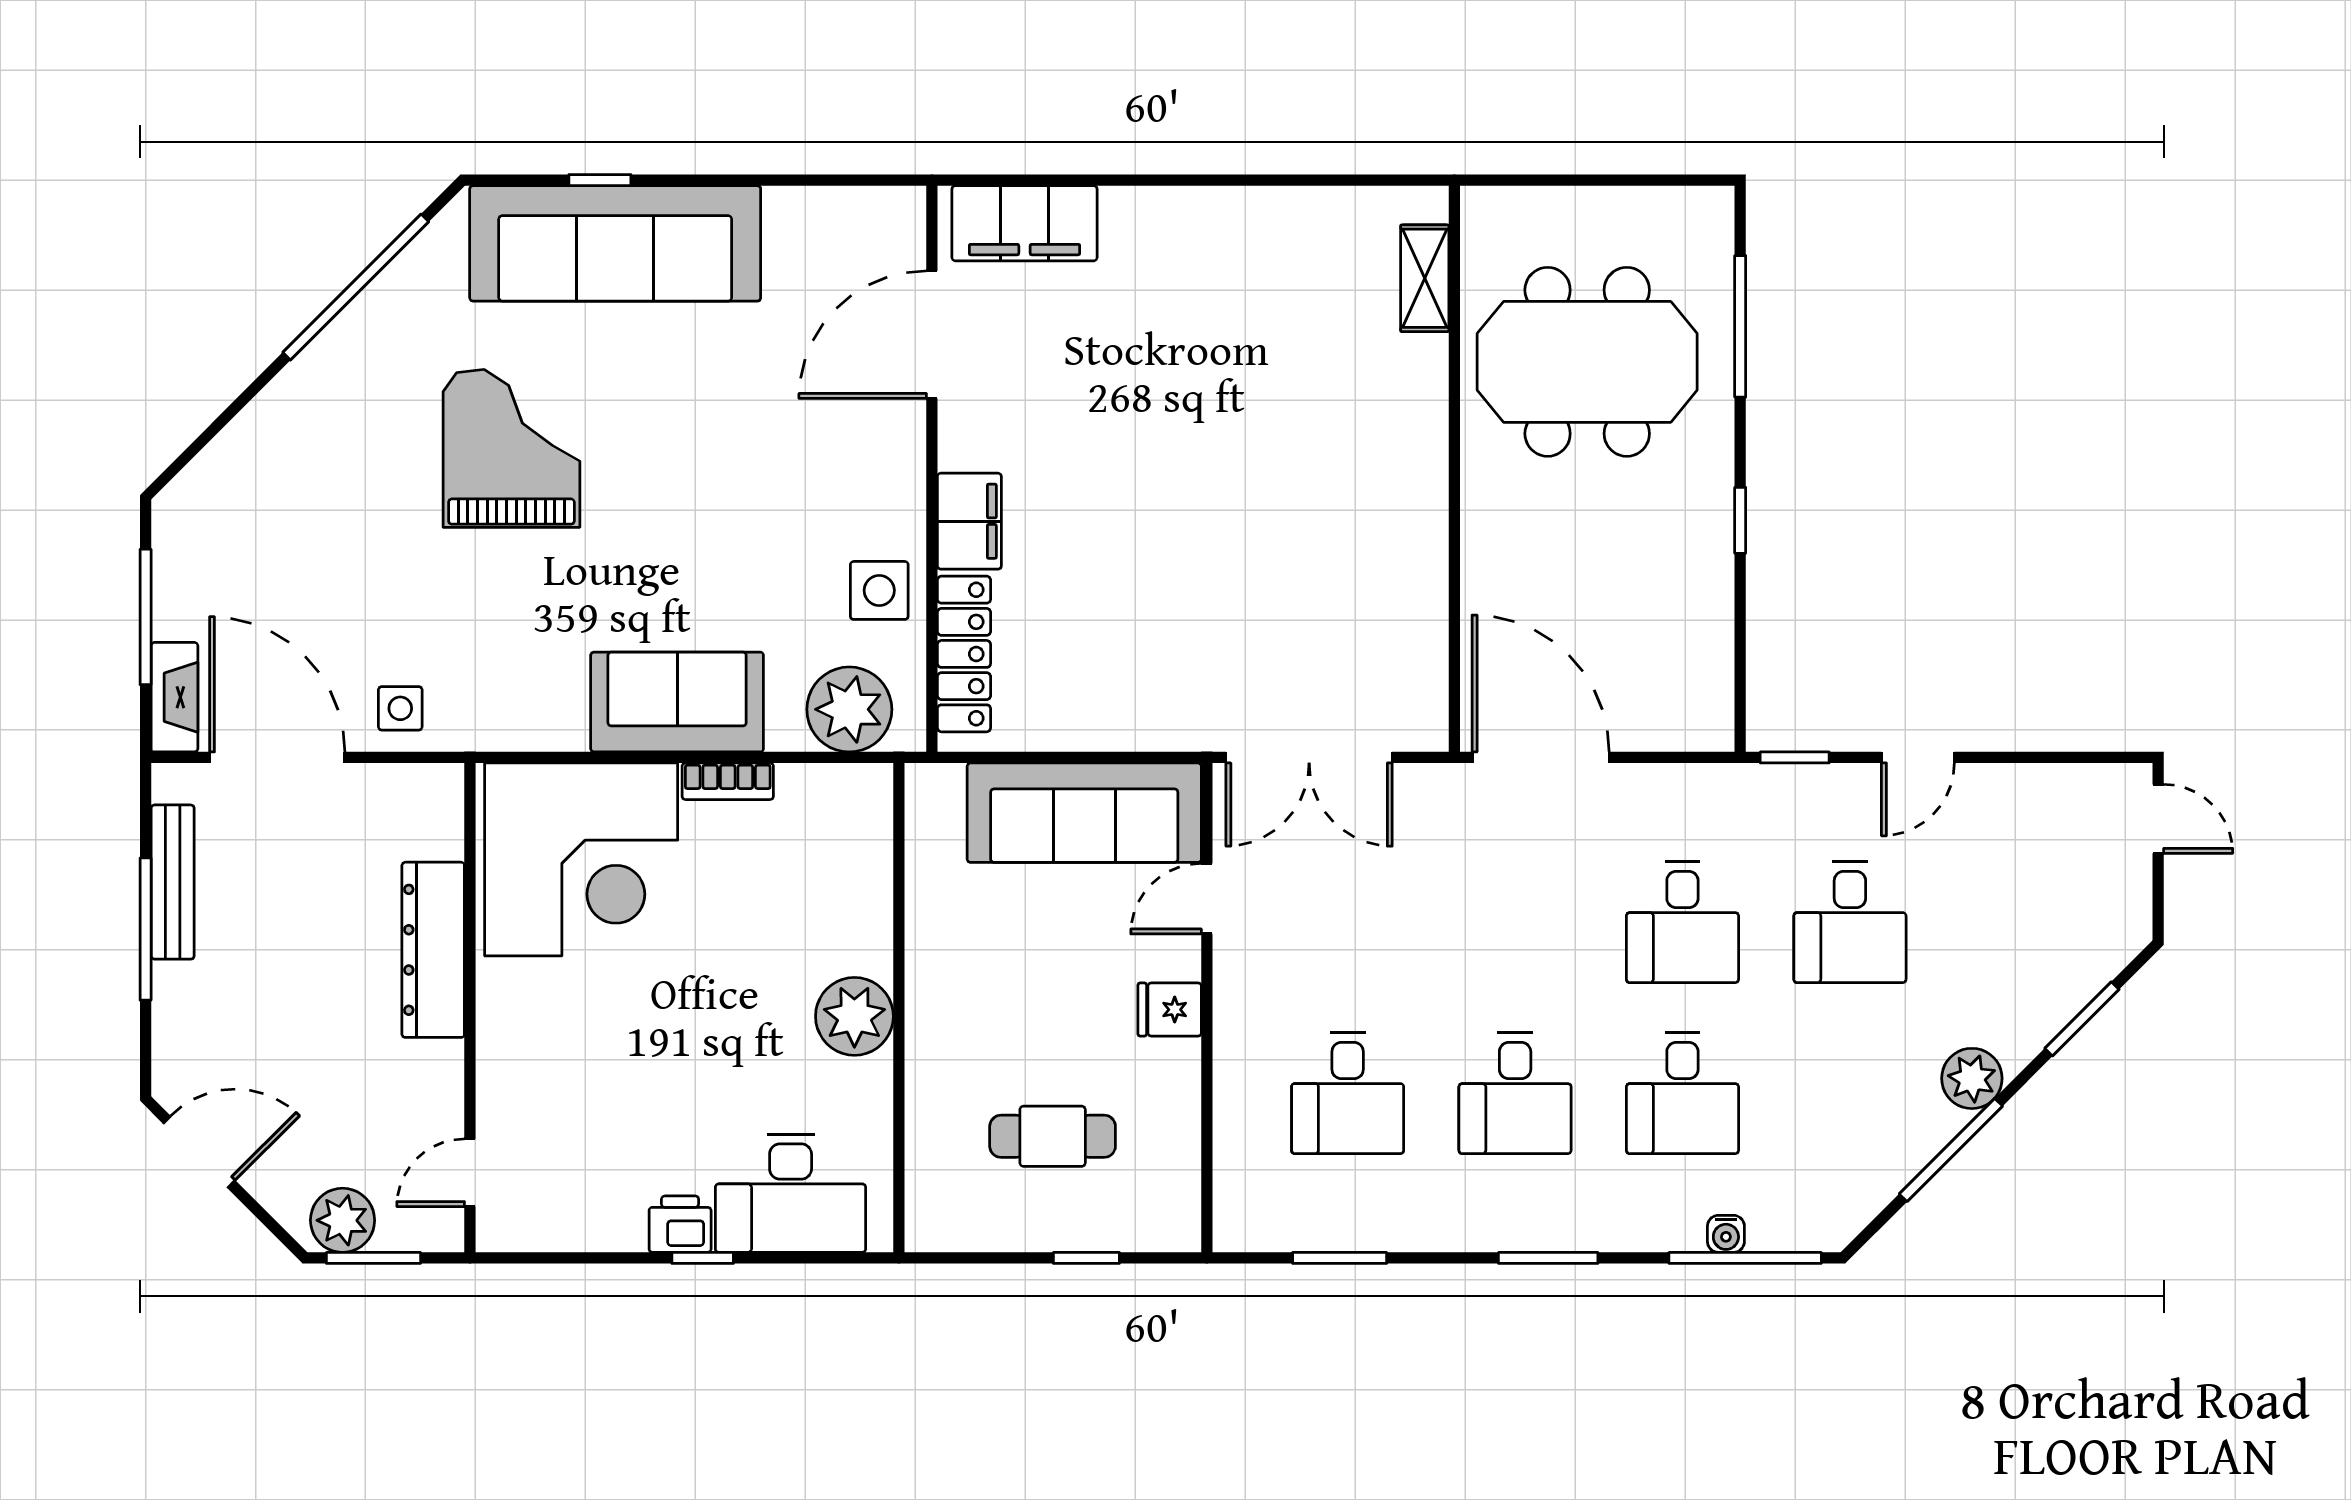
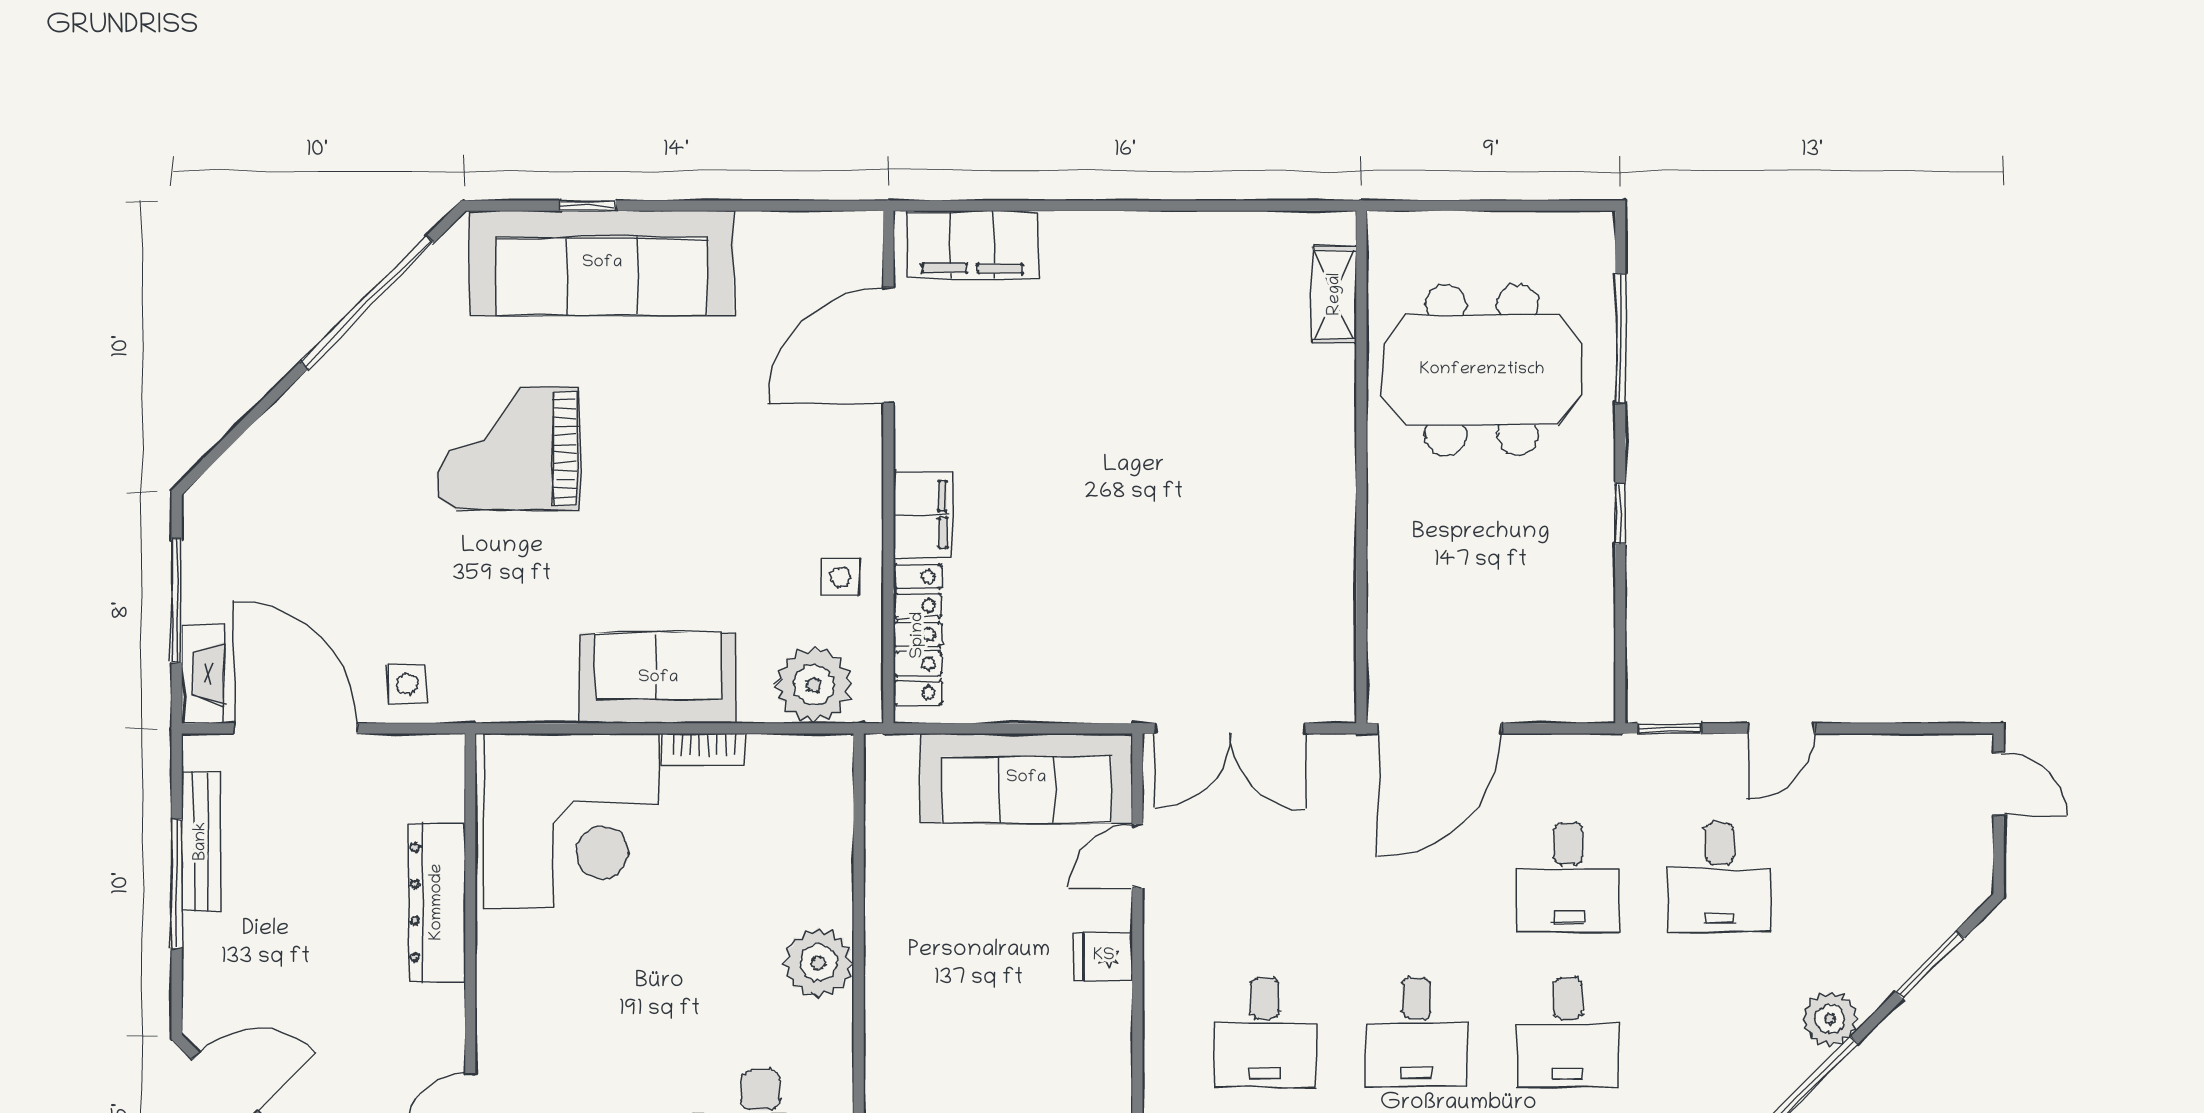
grand piano: (511, 448) -> (508, 449), turned -90
side table: (879, 590) -> (841, 577), width x0.73, depth x0.73
door: (1541, 757) -> (1439, 728), swing flipped
cafe table: (1053, 1136) -> (998, 1071), removed

